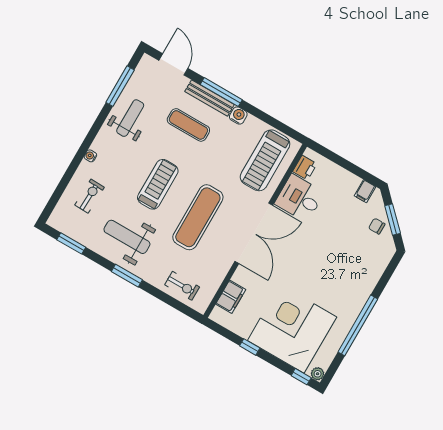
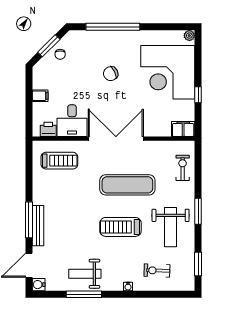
window: (120, 86) -> (84, 294), moved
water cooler: (238, 116) -> (39, 285), moved
exercise mat: (188, 125) -> (66, 230), removed
treadmill: (265, 160) -> (59, 161), width x0.73, depth x0.73
filing cabinet: (365, 191) -> (40, 96), moved
chair: (325, 268) -> (111, 74), added
filing cabinet: (231, 297) -> (183, 129), moved
window: (358, 325) -> (113, 27), moved
window: (301, 377) -> (198, 46), removed

